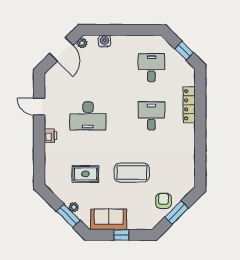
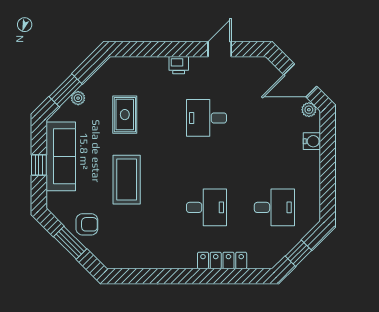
desk: (88, 116) -> (206, 118), width x0.73
sofa: (109, 219) -> (61, 156), width x1.36

